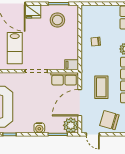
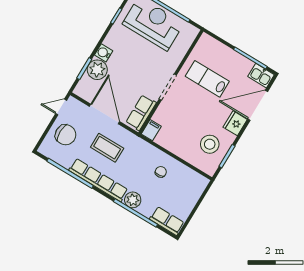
chair: (109, 120) -> (66, 135), turned 74
plant: (71, 125) -> (97, 70), moved

